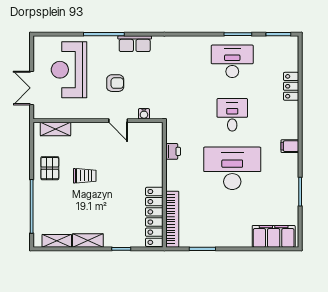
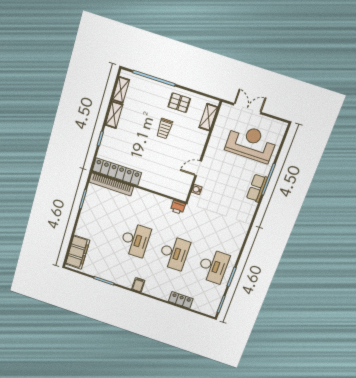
row of seats: (135, 44) -> (257, 188), moved
armchair: (115, 83) -> (228, 176), removed
desk: (232, 115) -> (174, 253), width x1.37
printer: (173, 151) -> (178, 207), moved
desk: (232, 168) -> (135, 240), width x0.73, depth x0.77

